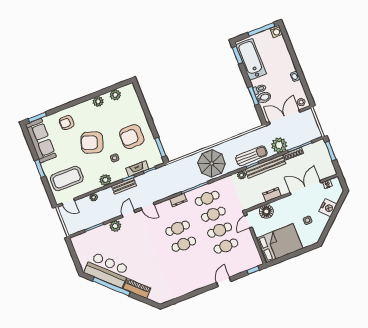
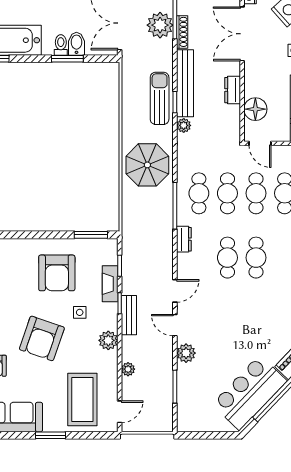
plant: (279, 145) -> (160, 25), moved

